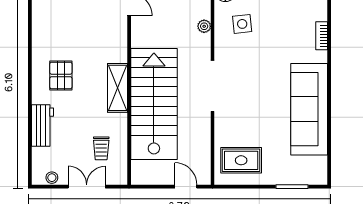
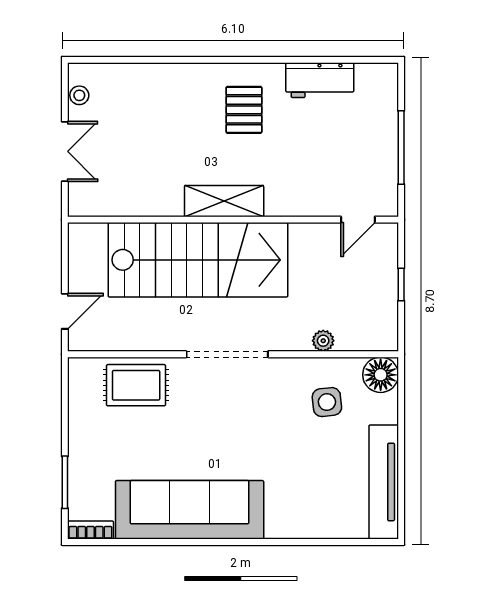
bookcase: (322, 36) -> (90, 530), moved
pallet: (61, 75) -> (244, 110), turned 90
workbench: (42, 126) -> (320, 80), moved
trolley: (101, 148) -> (126, 175), removed
rug: (241, 160) -> (136, 385), moved, turned 90

